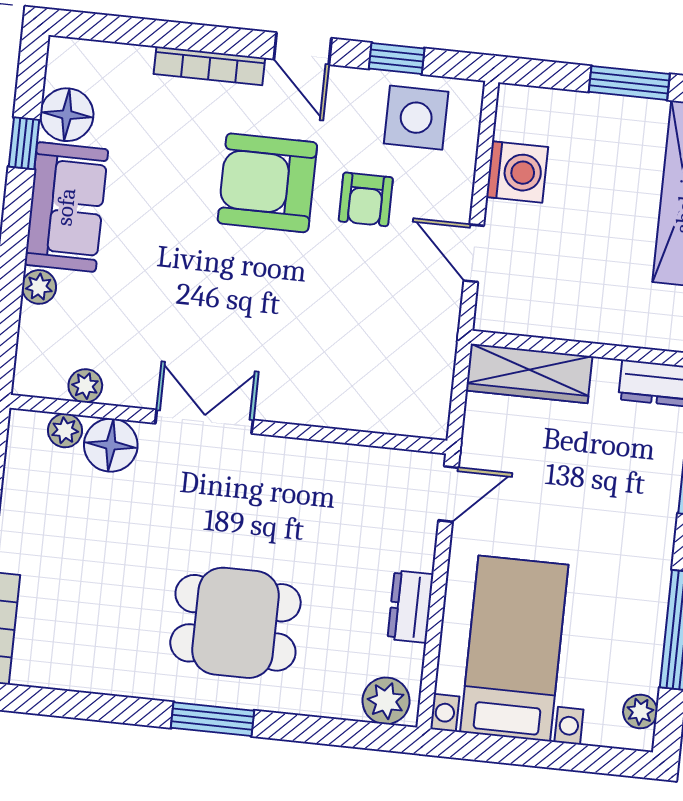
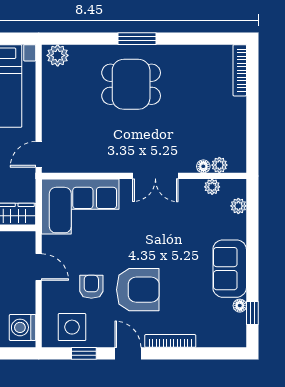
floor lamp: (67, 115) -> (240, 306), width x0.53, depth x0.53
window: (24, 143) -> (252, 313), moved
washing machine: (517, 172) -> (23, 327), moved
plant: (39, 287) -> (238, 206), moved
corner sofa: (371, 373) -> (80, 207), added
floor lamp: (111, 445) -> (203, 166), width x0.53, depth x0.53
dresser: (410, 607) -> (51, 100), removed

